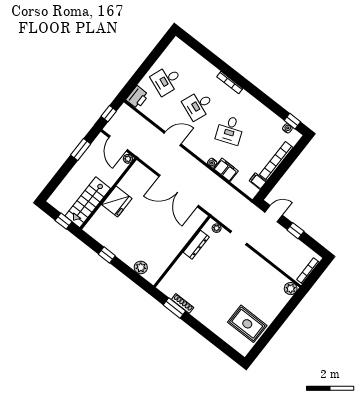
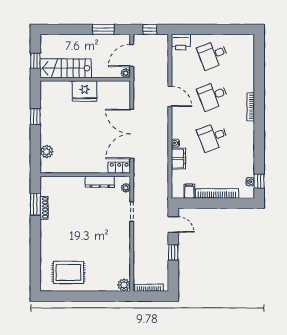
desk: (166, 80) -> (213, 55), turned -42
desk: (198, 105) -> (213, 96), turned -42
locker: (197, 221) -> (119, 168), added
rug: (247, 324) -> (68, 272), turned 90

